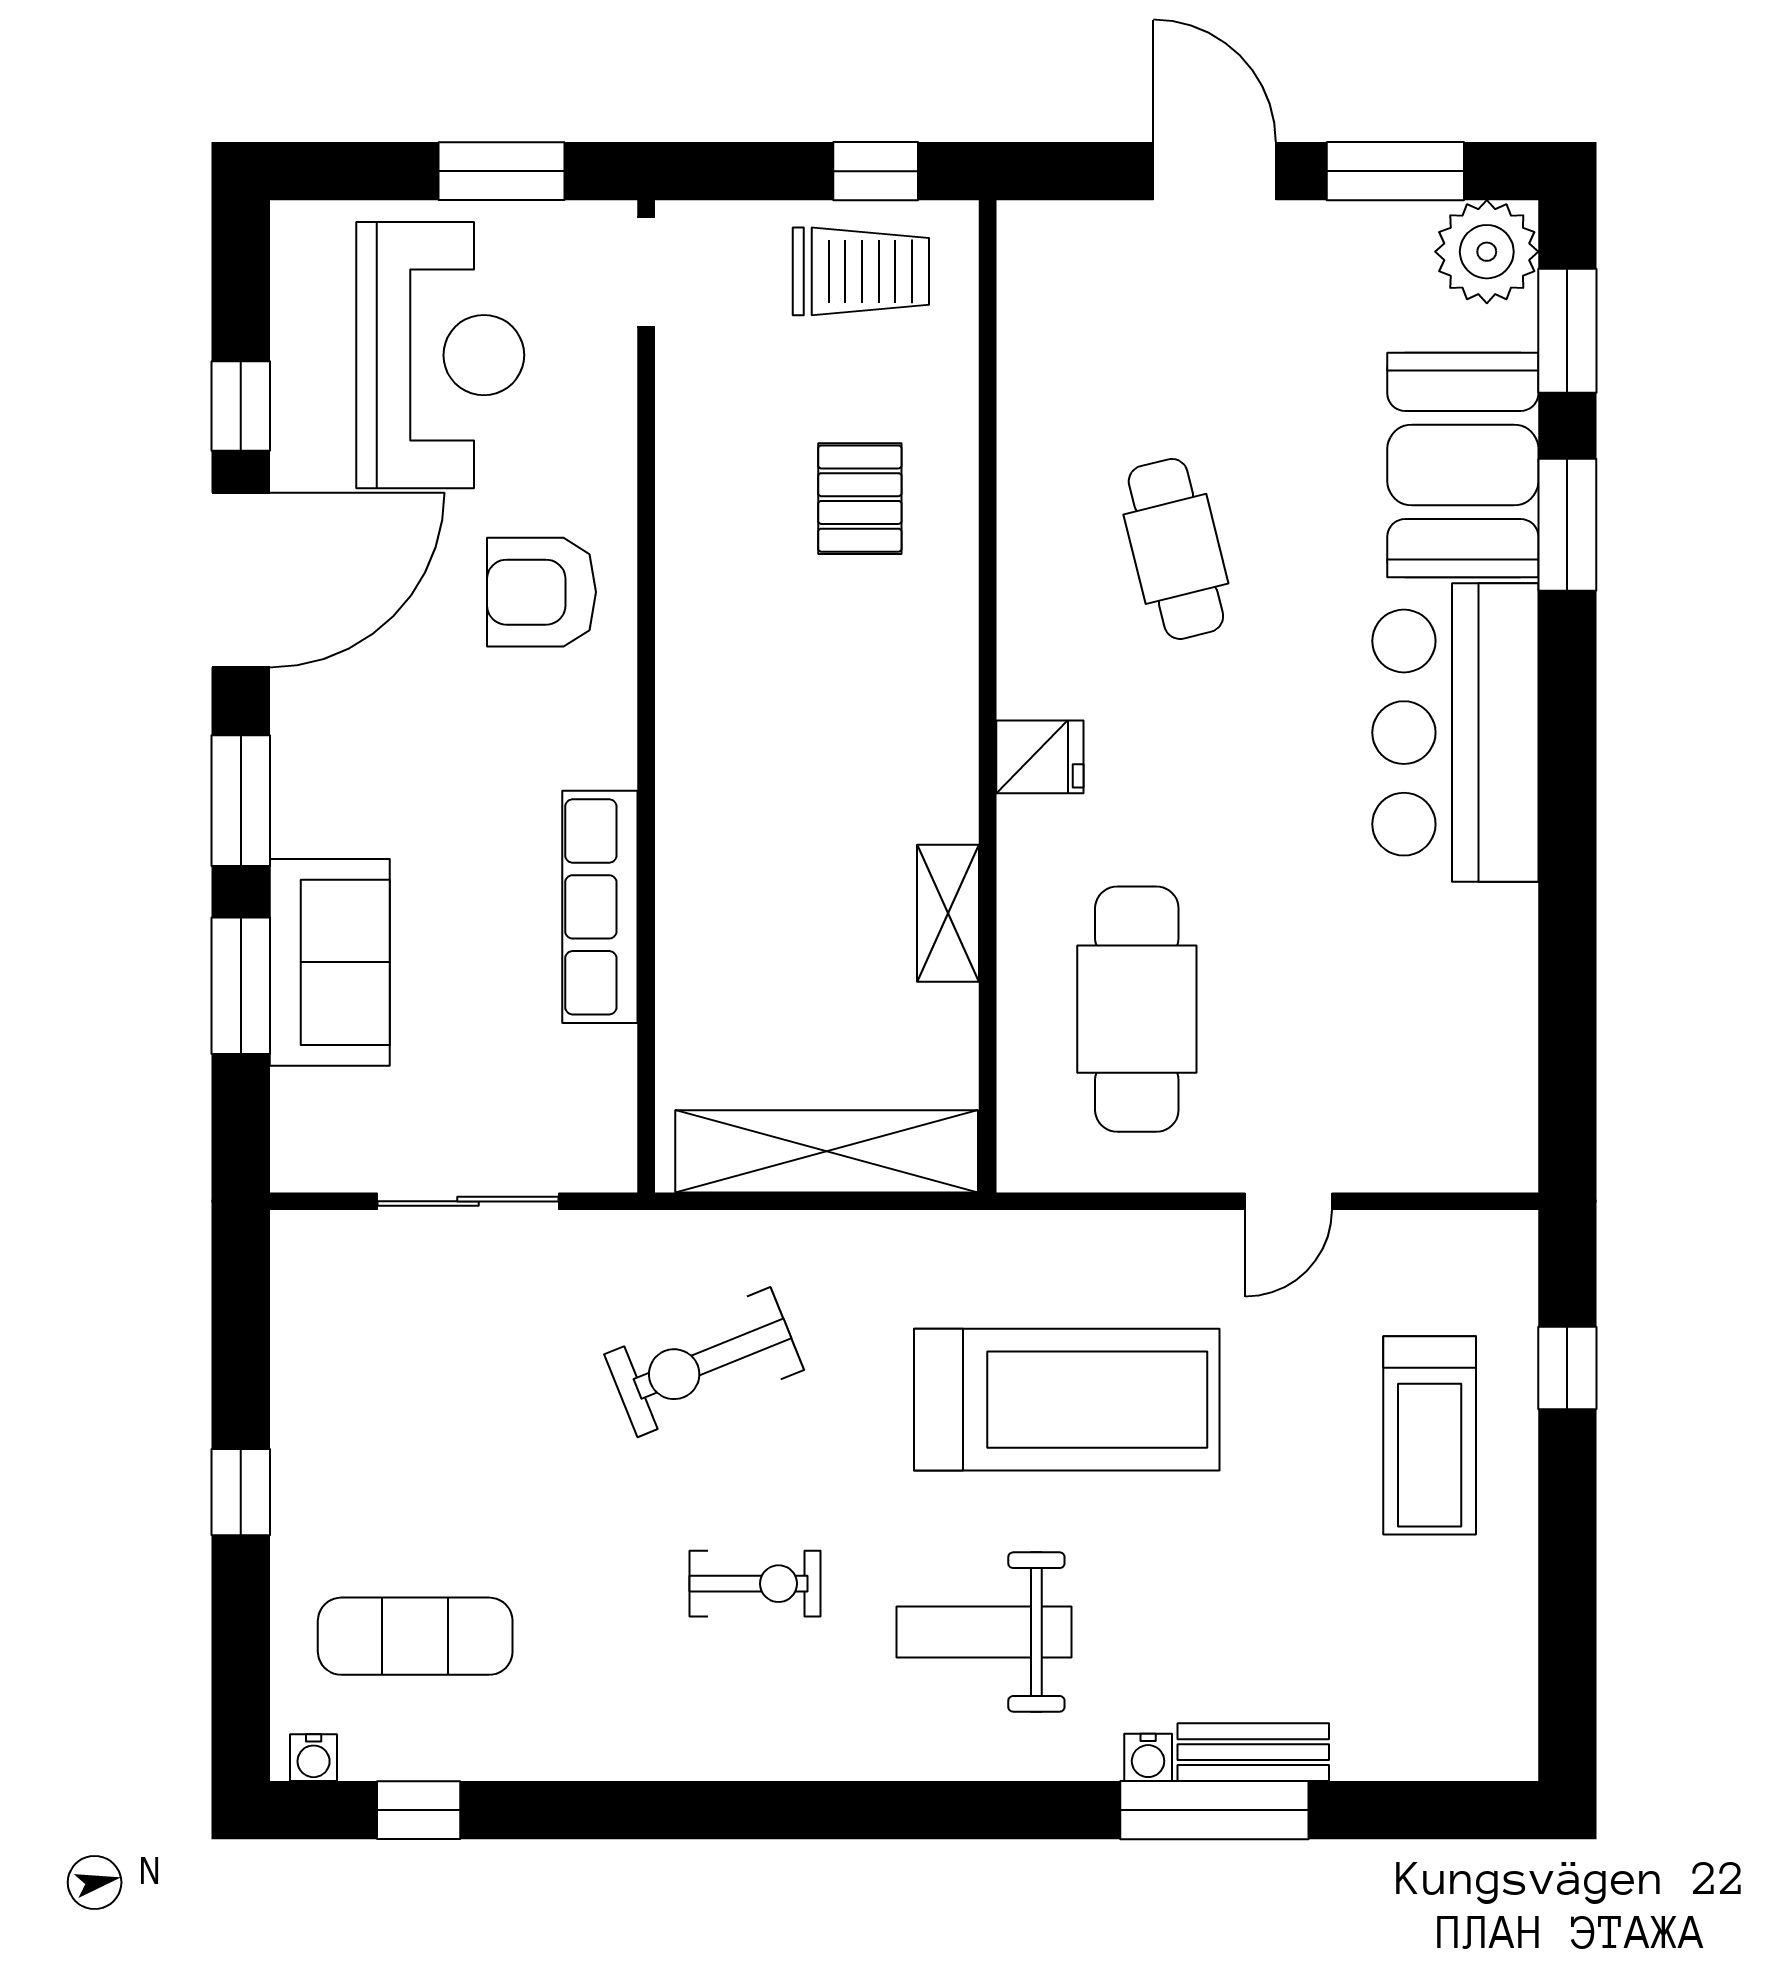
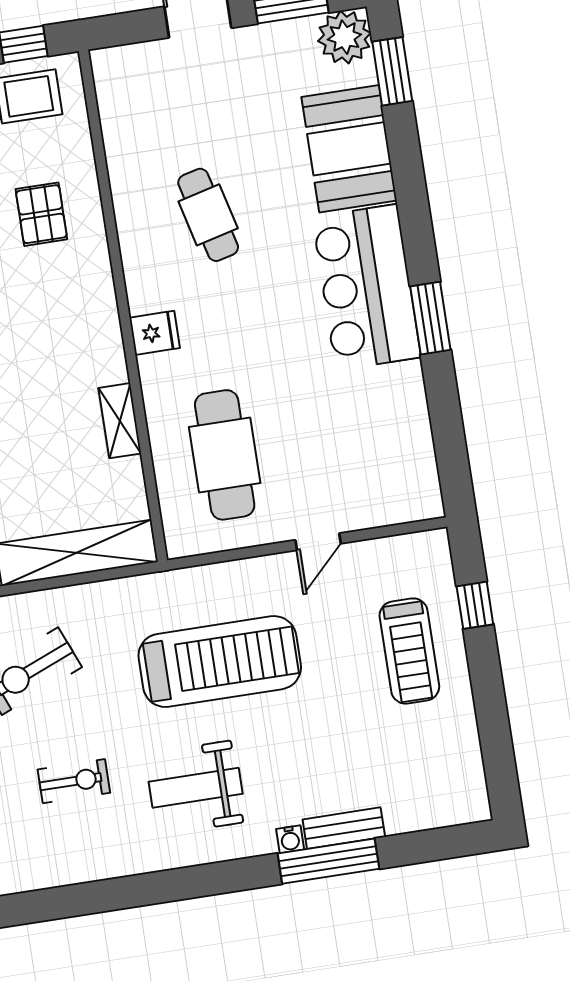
window: (1567, 525) -> (430, 318), moved

